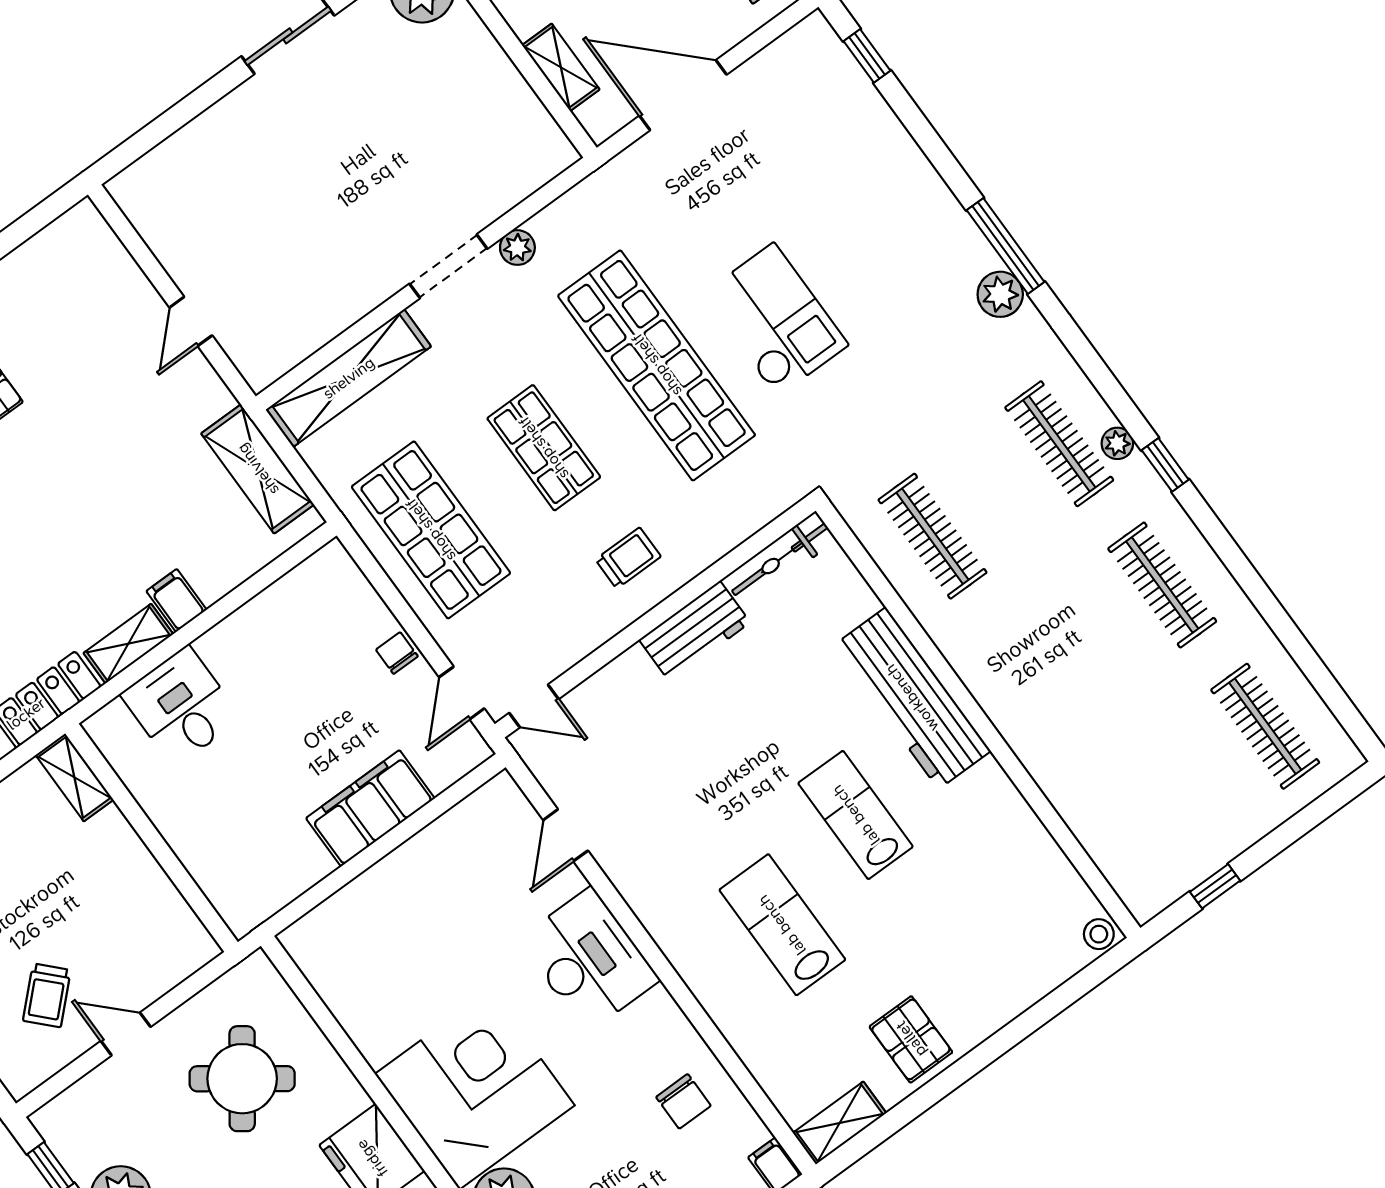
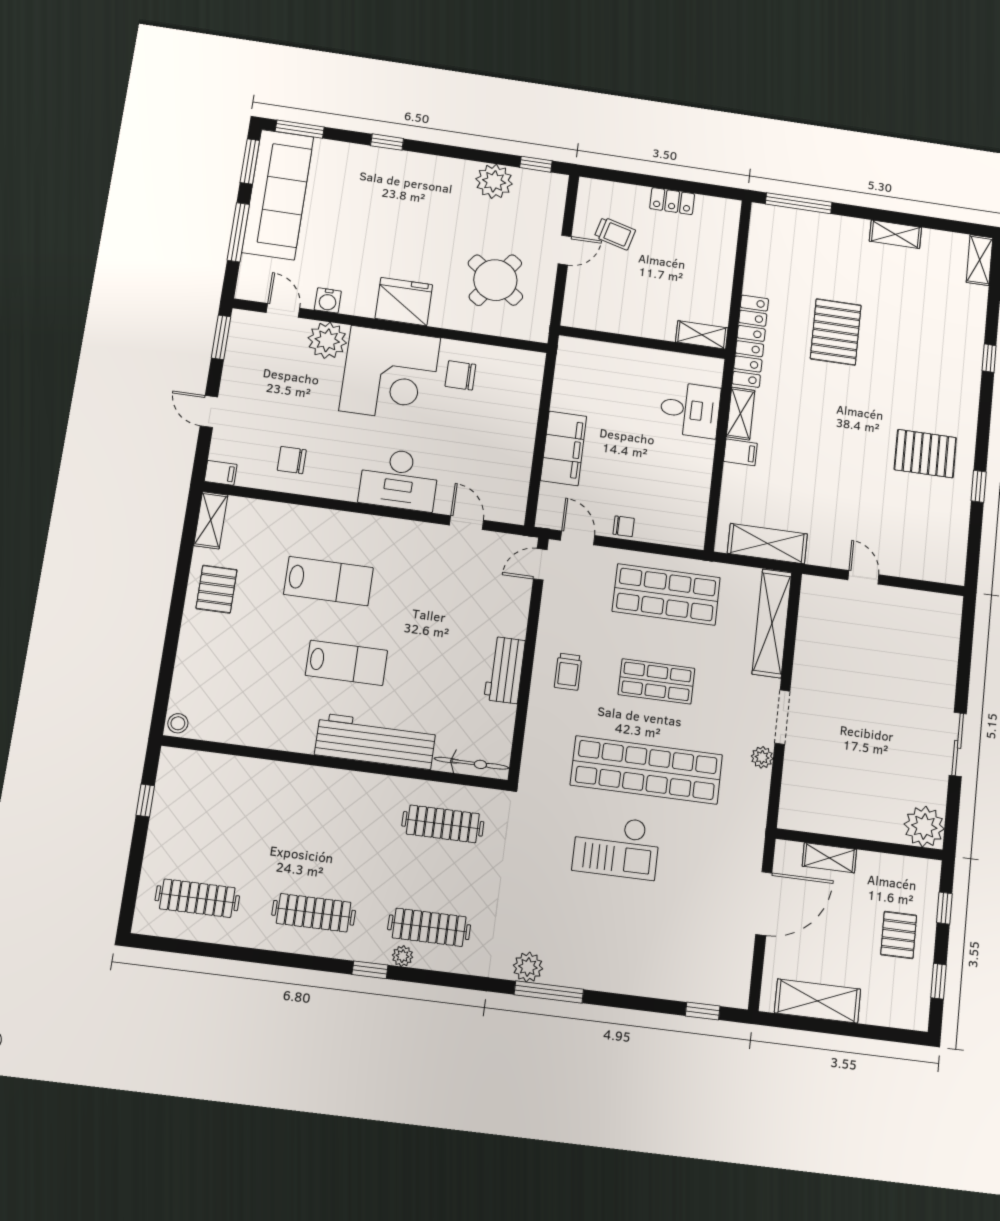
bicycle: (780, 559) -> (471, 763), moved, turned 90
trolley: (47, 995) -> (615, 233), turned 149
chair: (398, 1008) -> (460, 375), added
pallet: (911, 1039) -> (217, 589), turned 90

